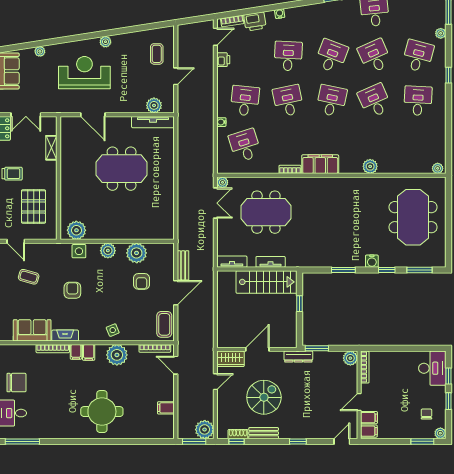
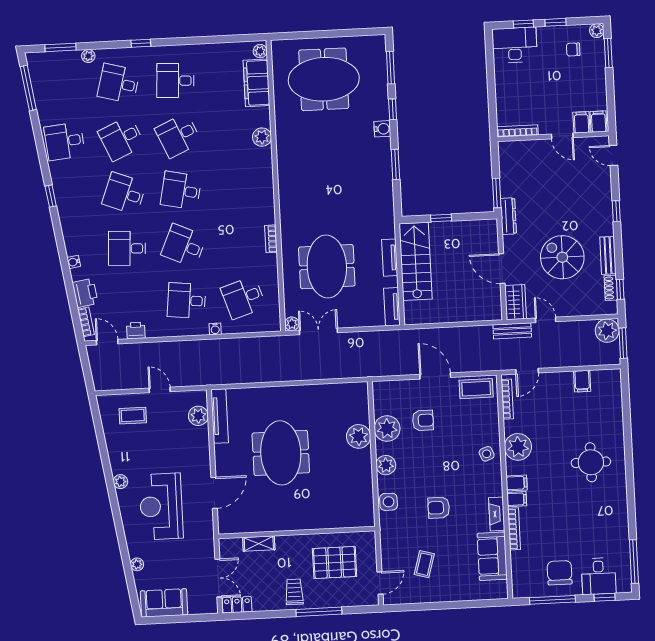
desk: (288, 101) -> (184, 246), turned 36
filing cabinet: (320, 164) -> (256, 83), moved
plant: (76, 230) -> (359, 436), moved
bench: (183, 265) -> (512, 331), moved
plant: (350, 358) -> (507, 150), removed
round table: (102, 412) -> (591, 462), width x0.73, depth x0.73

